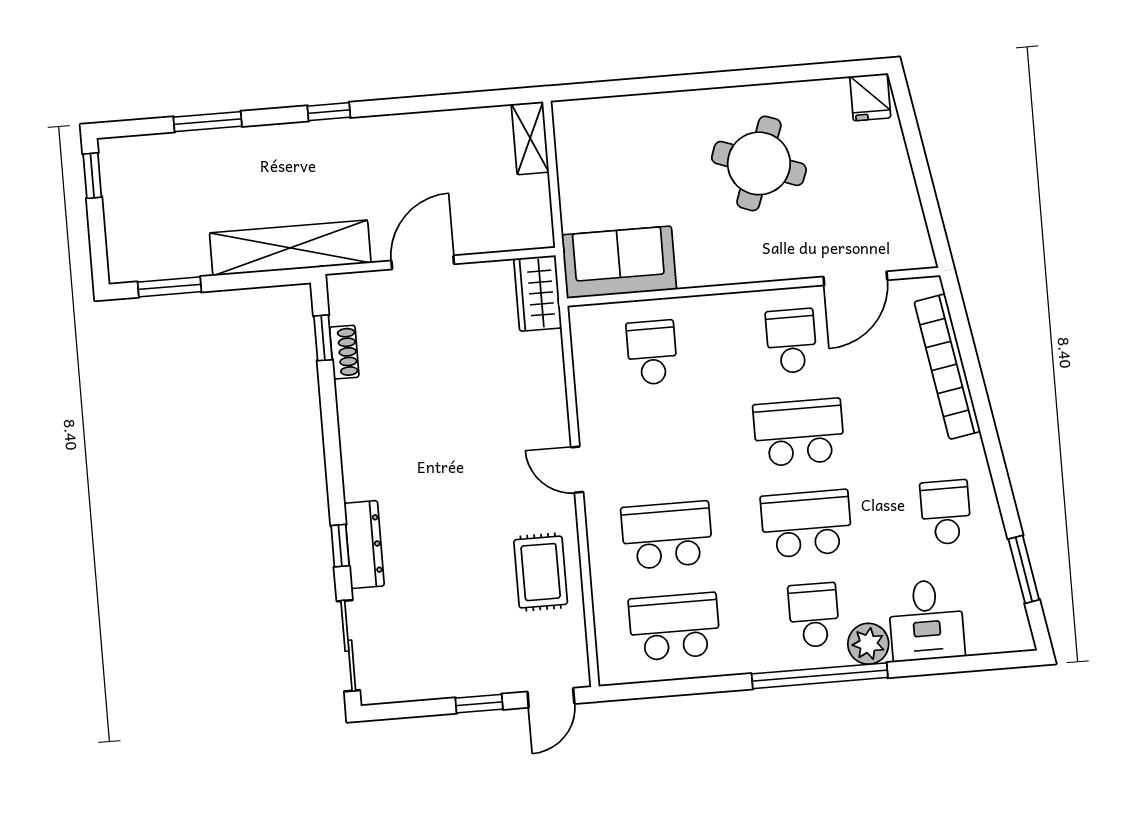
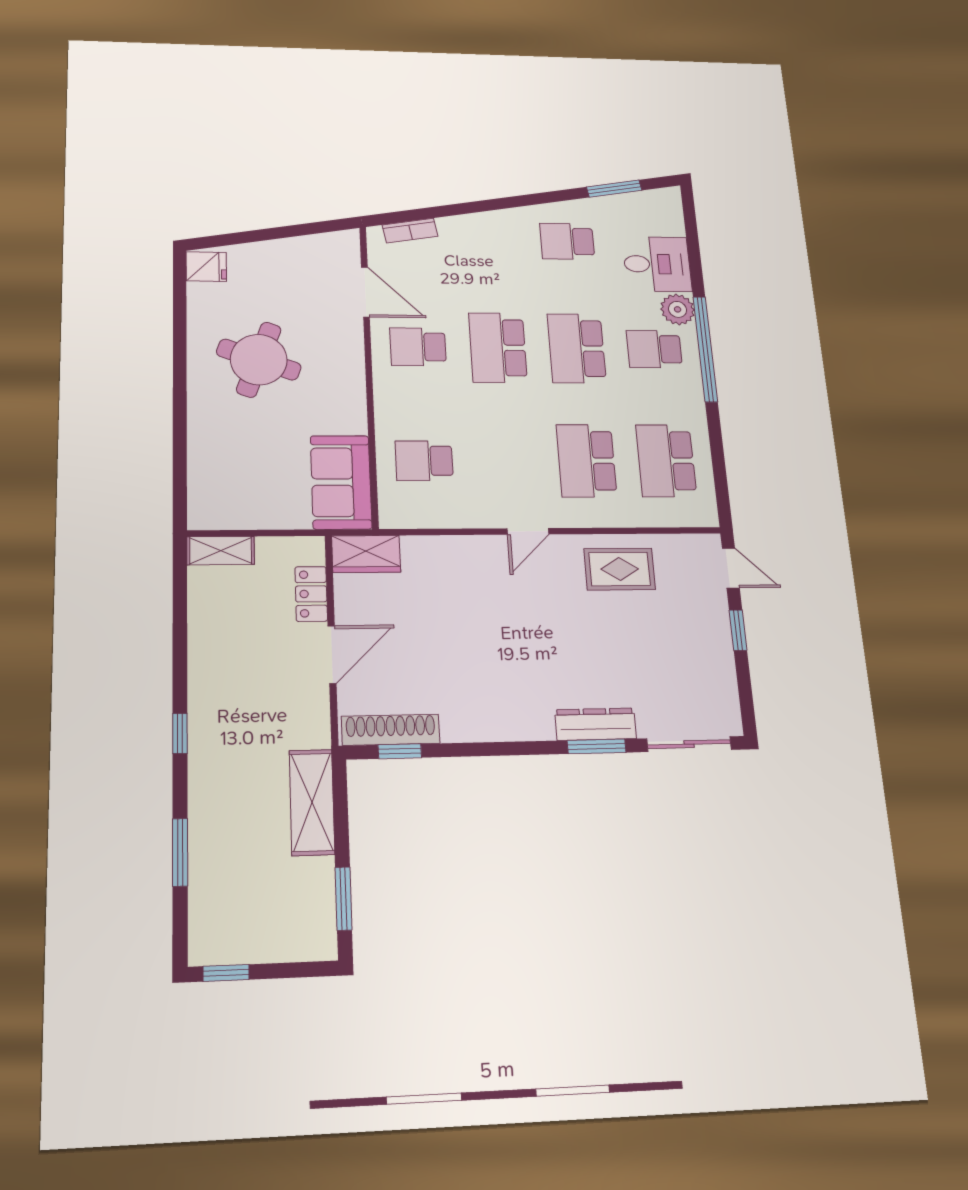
locker: (488, 237) -> (311, 594), added
shelving: (290, 248) -> (312, 802), width x0.68
door: (423, 262) -> (332, 655), swing flipped
shoe rack: (344, 352) -> (391, 730), width x1.94, depth x1.24
bookcase: (947, 367) -> (410, 231), width x0.43, depth x0.76
window: (340, 546) -> (597, 746), width x1.50

